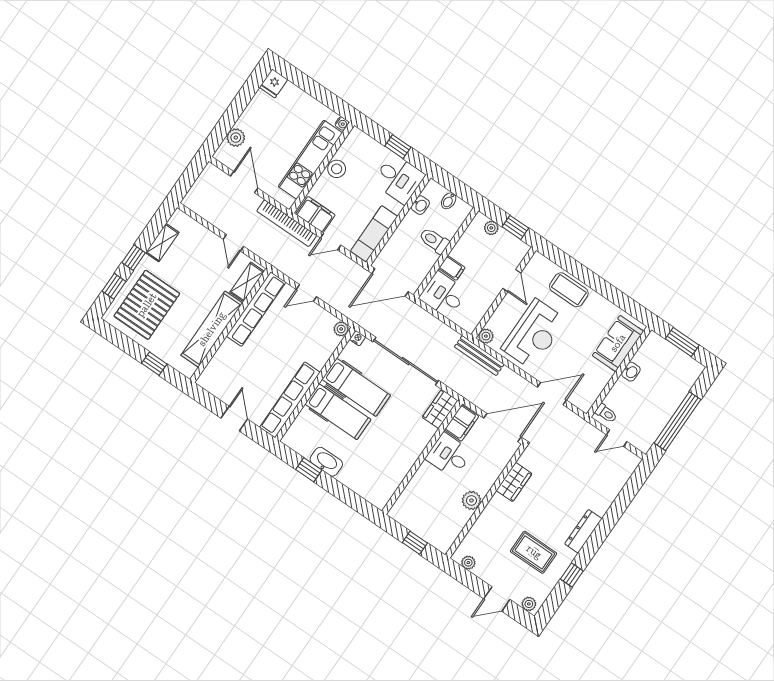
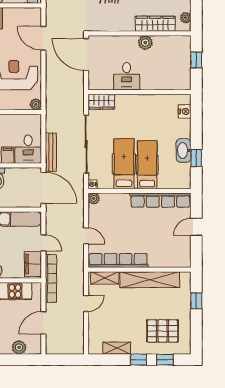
pallet: (147, 305) -> (162, 331), width x0.73, depth x0.71
bench: (479, 356) -> (51, 152), moved
filing cabinet: (462, 423) -> (101, 82), removed
wardrobe: (514, 482) -> (155, 24), moved, width x1.50
nightstand: (368, 492) -> (185, 111), added

